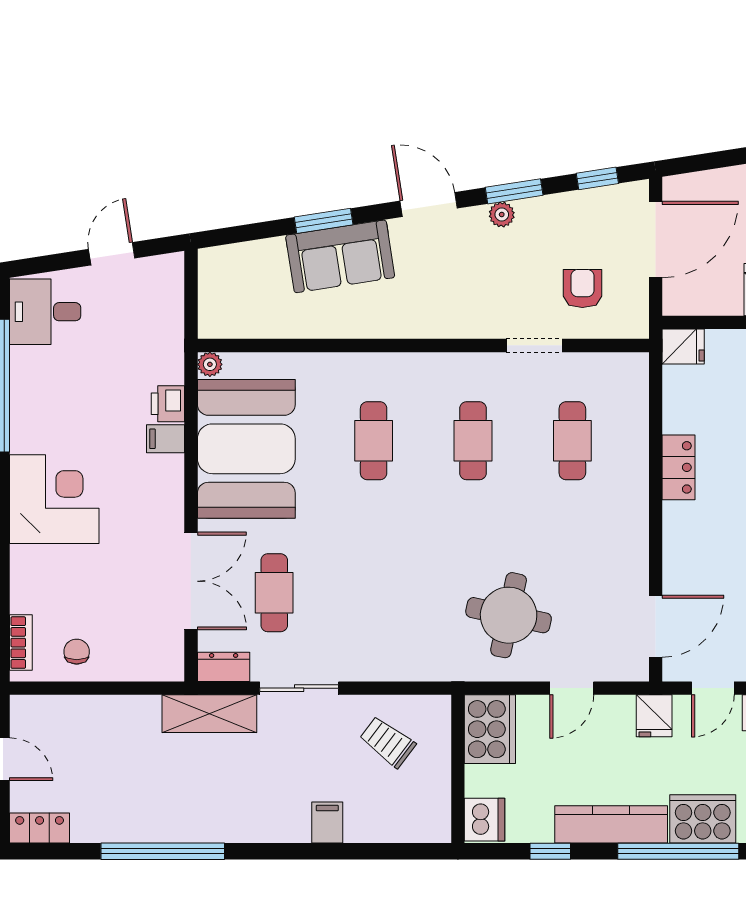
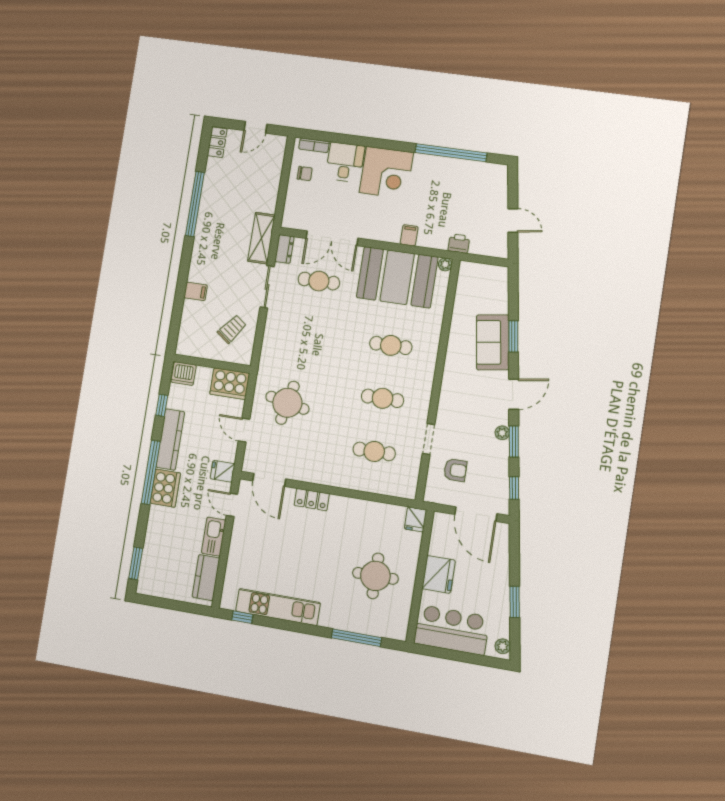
desk: (45, 312) -> (345, 162), moved
printer: (168, 404) -> (459, 244), moved
locker: (679, 467) -> (312, 500), moved

